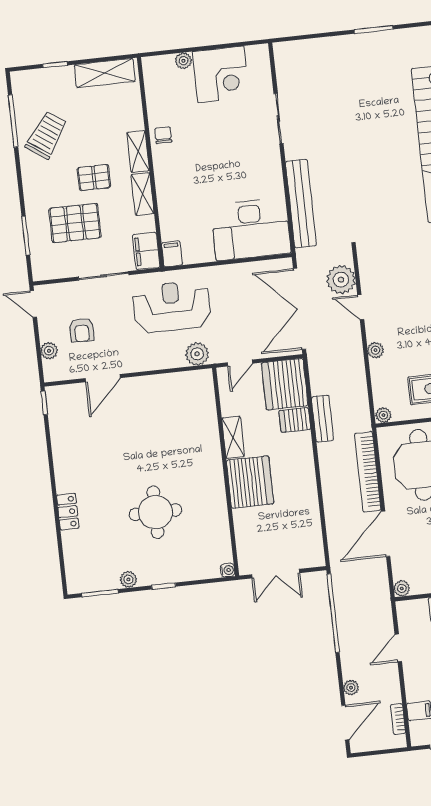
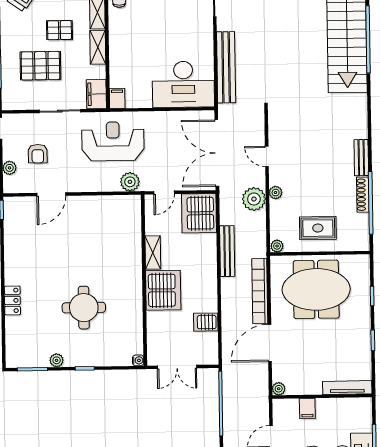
plant: (341, 280) -> (254, 199), moved
bench: (322, 419) -> (227, 251), width x1.36
server rack: (295, 420) -> (206, 322), moved

